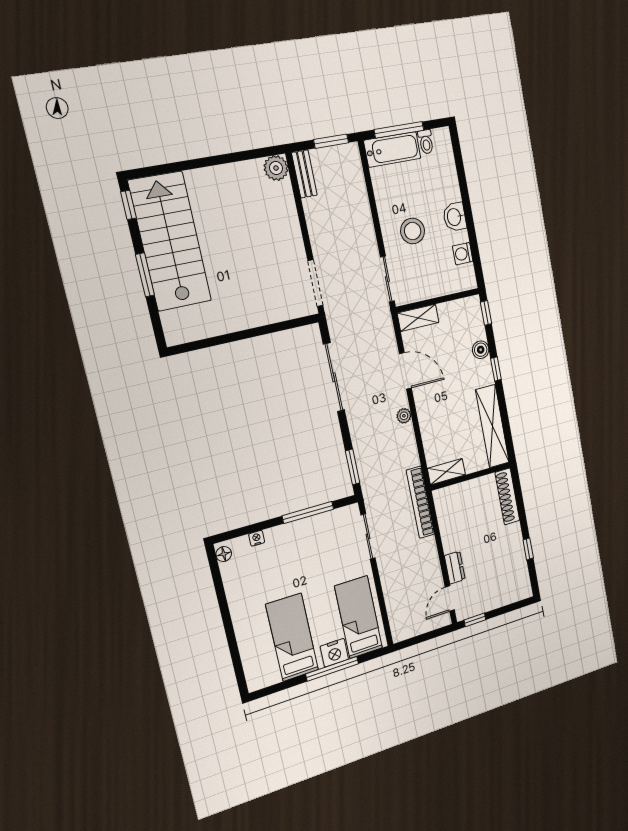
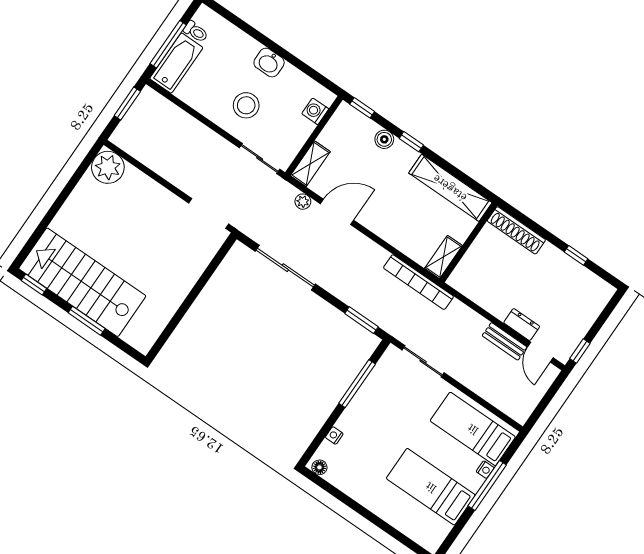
plant: (276, 168) -> (108, 167), width x1.36, depth x1.36
bench: (304, 174) -> (505, 341), moved
washing machine: (463, 254) -> (315, 111), moved, turned 90
plant: (404, 416) -> (303, 202), moved
bookcase: (420, 502) -> (418, 282), moved
nightstand: (334, 653) -> (485, 470), width x0.53, depth x0.56

